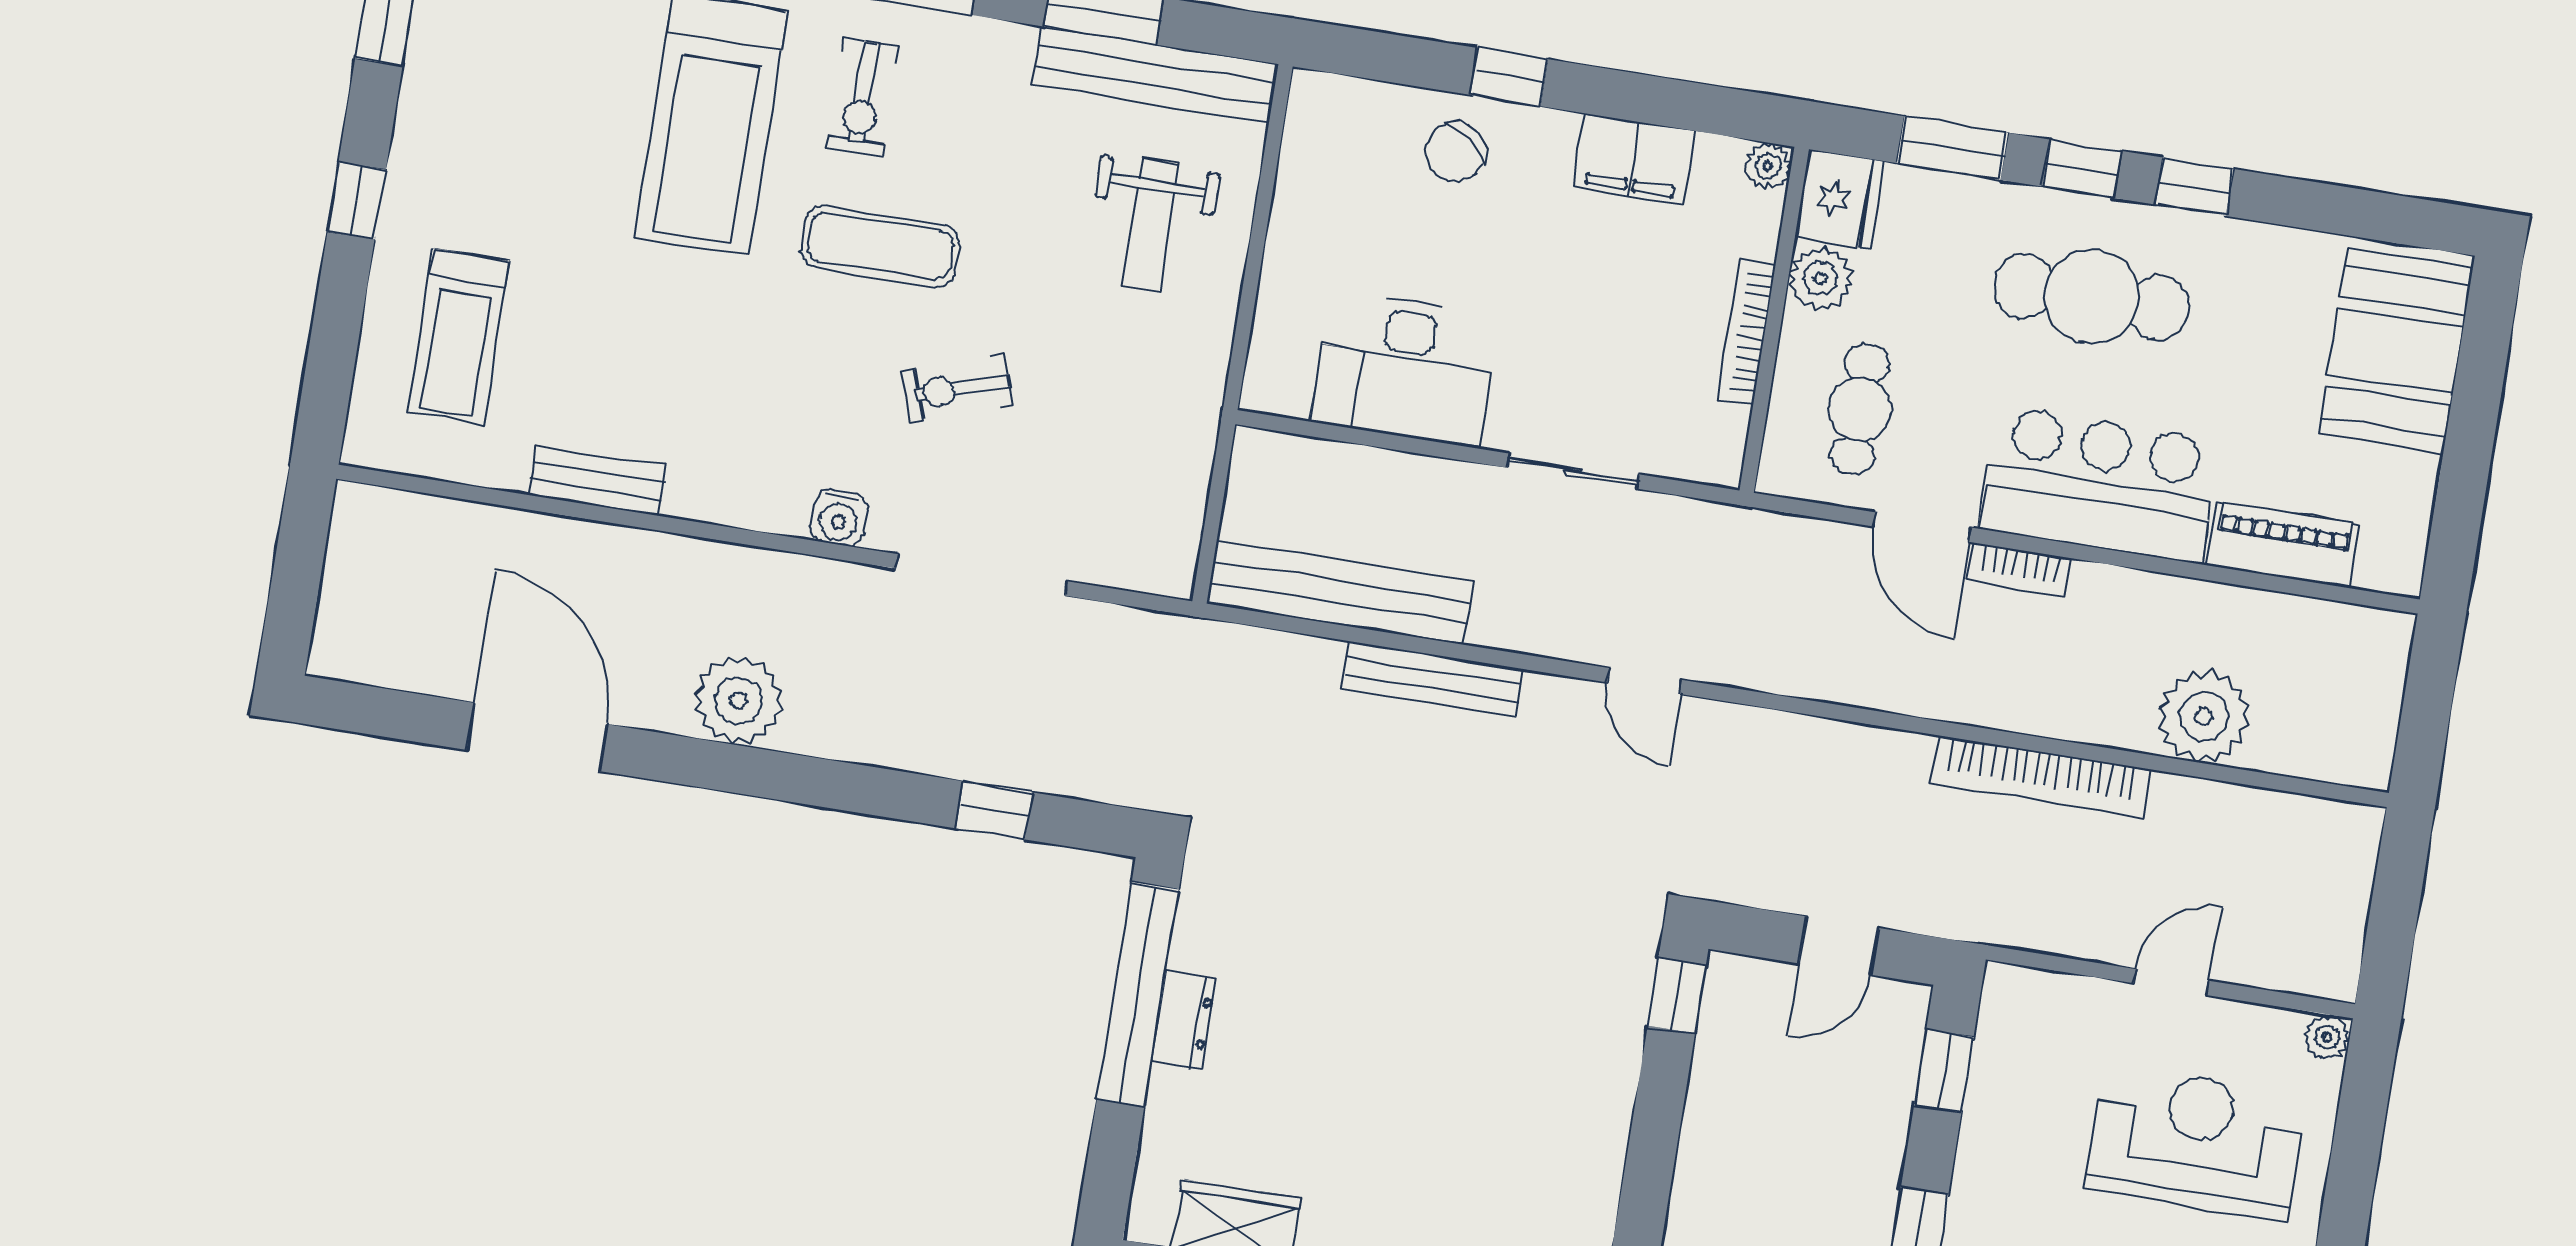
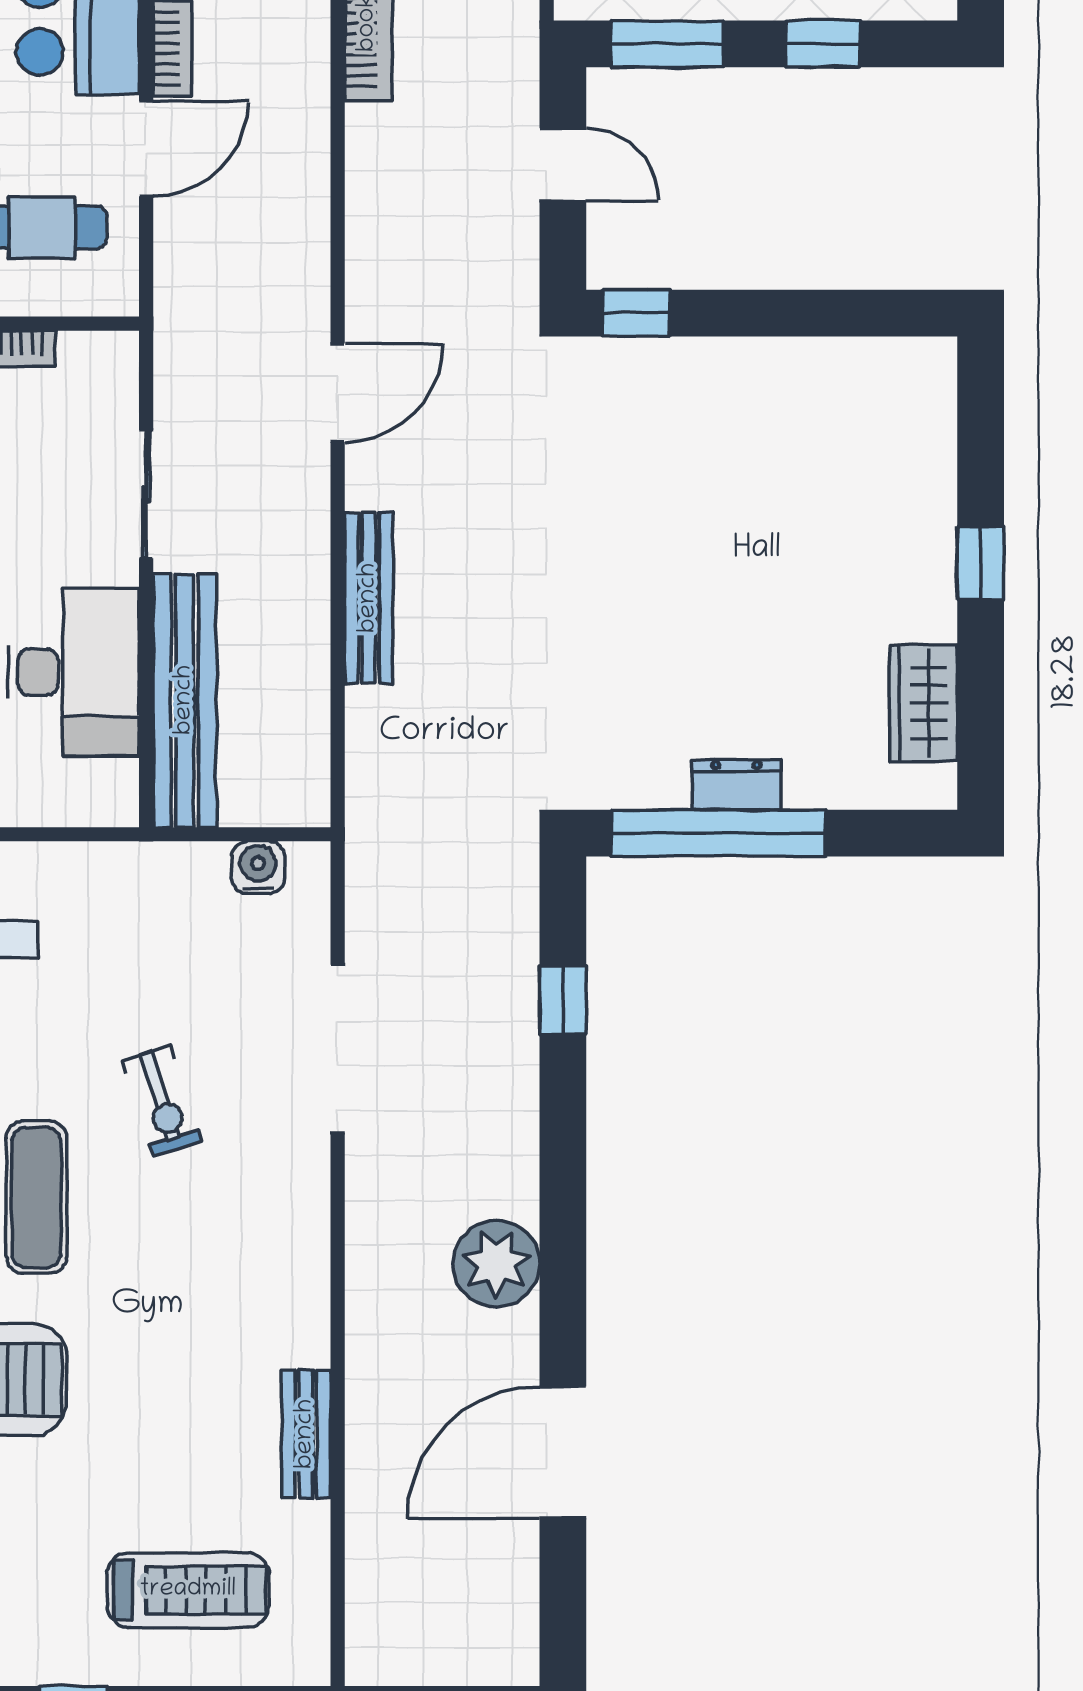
water cooler: (839, 518) -> (258, 867), moved, turned -90
bench: (1340, 592) -> (185, 700), moved
door: (1645, 681) -> (338, 393), width x1.38
window: (1944, 1071) -> (667, 44), width x1.50

